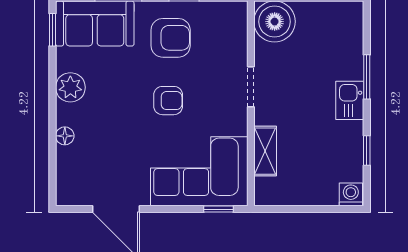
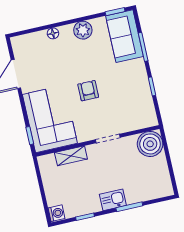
armchair: (171, 38) -> (126, 84), removed
armchair: (168, 101) -> (88, 91), turned 180

